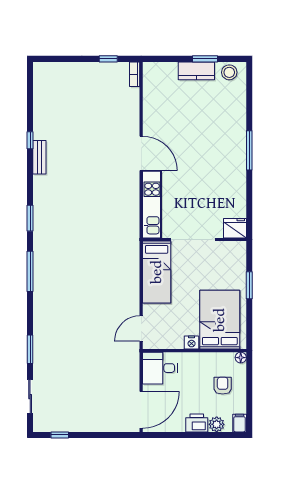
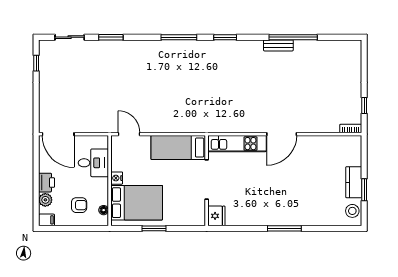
window: (30, 140) -> (293, 37), width x3.17
window: (249, 285) -> (154, 228), moved
floor lamp: (241, 358) -> (104, 210), moved
desk: (160, 368) -> (93, 163), moved, turned 90

